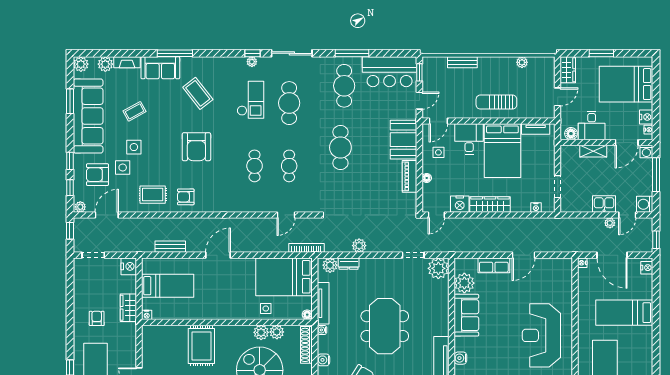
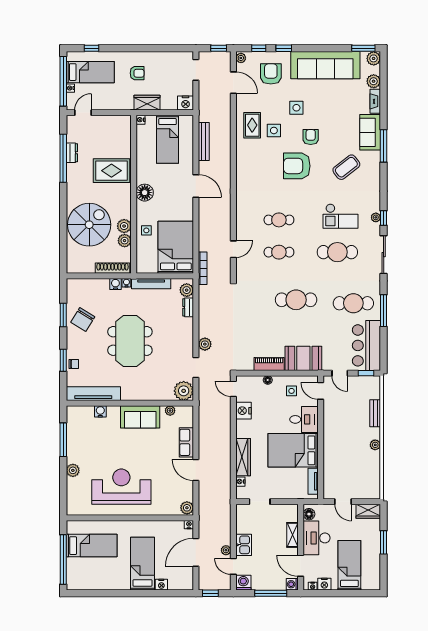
plant: (522, 62) -> (375, 445), moved
bed: (626, 84) -> (349, 565), width x0.67
window: (70, 101) -> (363, 48), moved
sun lounger: (496, 102) -> (338, 445), removed
coffee table: (135, 111) -> (330, 108), removed
desk: (592, 125) -> (317, 538), width x1.37
side table: (123, 168) -> (274, 130), moved
armchair: (186, 197) -> (311, 137), moved
wardrobe: (490, 204) -> (243, 457), moved
door: (286, 215) -> (233, 249), swing flipped
plant: (359, 246) -> (205, 344), moved
bench: (170, 247) -> (204, 142), width x1.36
plant: (564, 265) -> (187, 508), added
nightstand: (647, 268) -> (161, 585), moved
plant: (464, 283) -> (170, 411), width x0.53, depth x0.53
floor lamp: (307, 315) -> (145, 193), moved, width x1.89, depth x1.89
meeting table: (385, 326) -> (130, 341), turned 90
water cooler: (323, 360) -> (115, 284), moved

